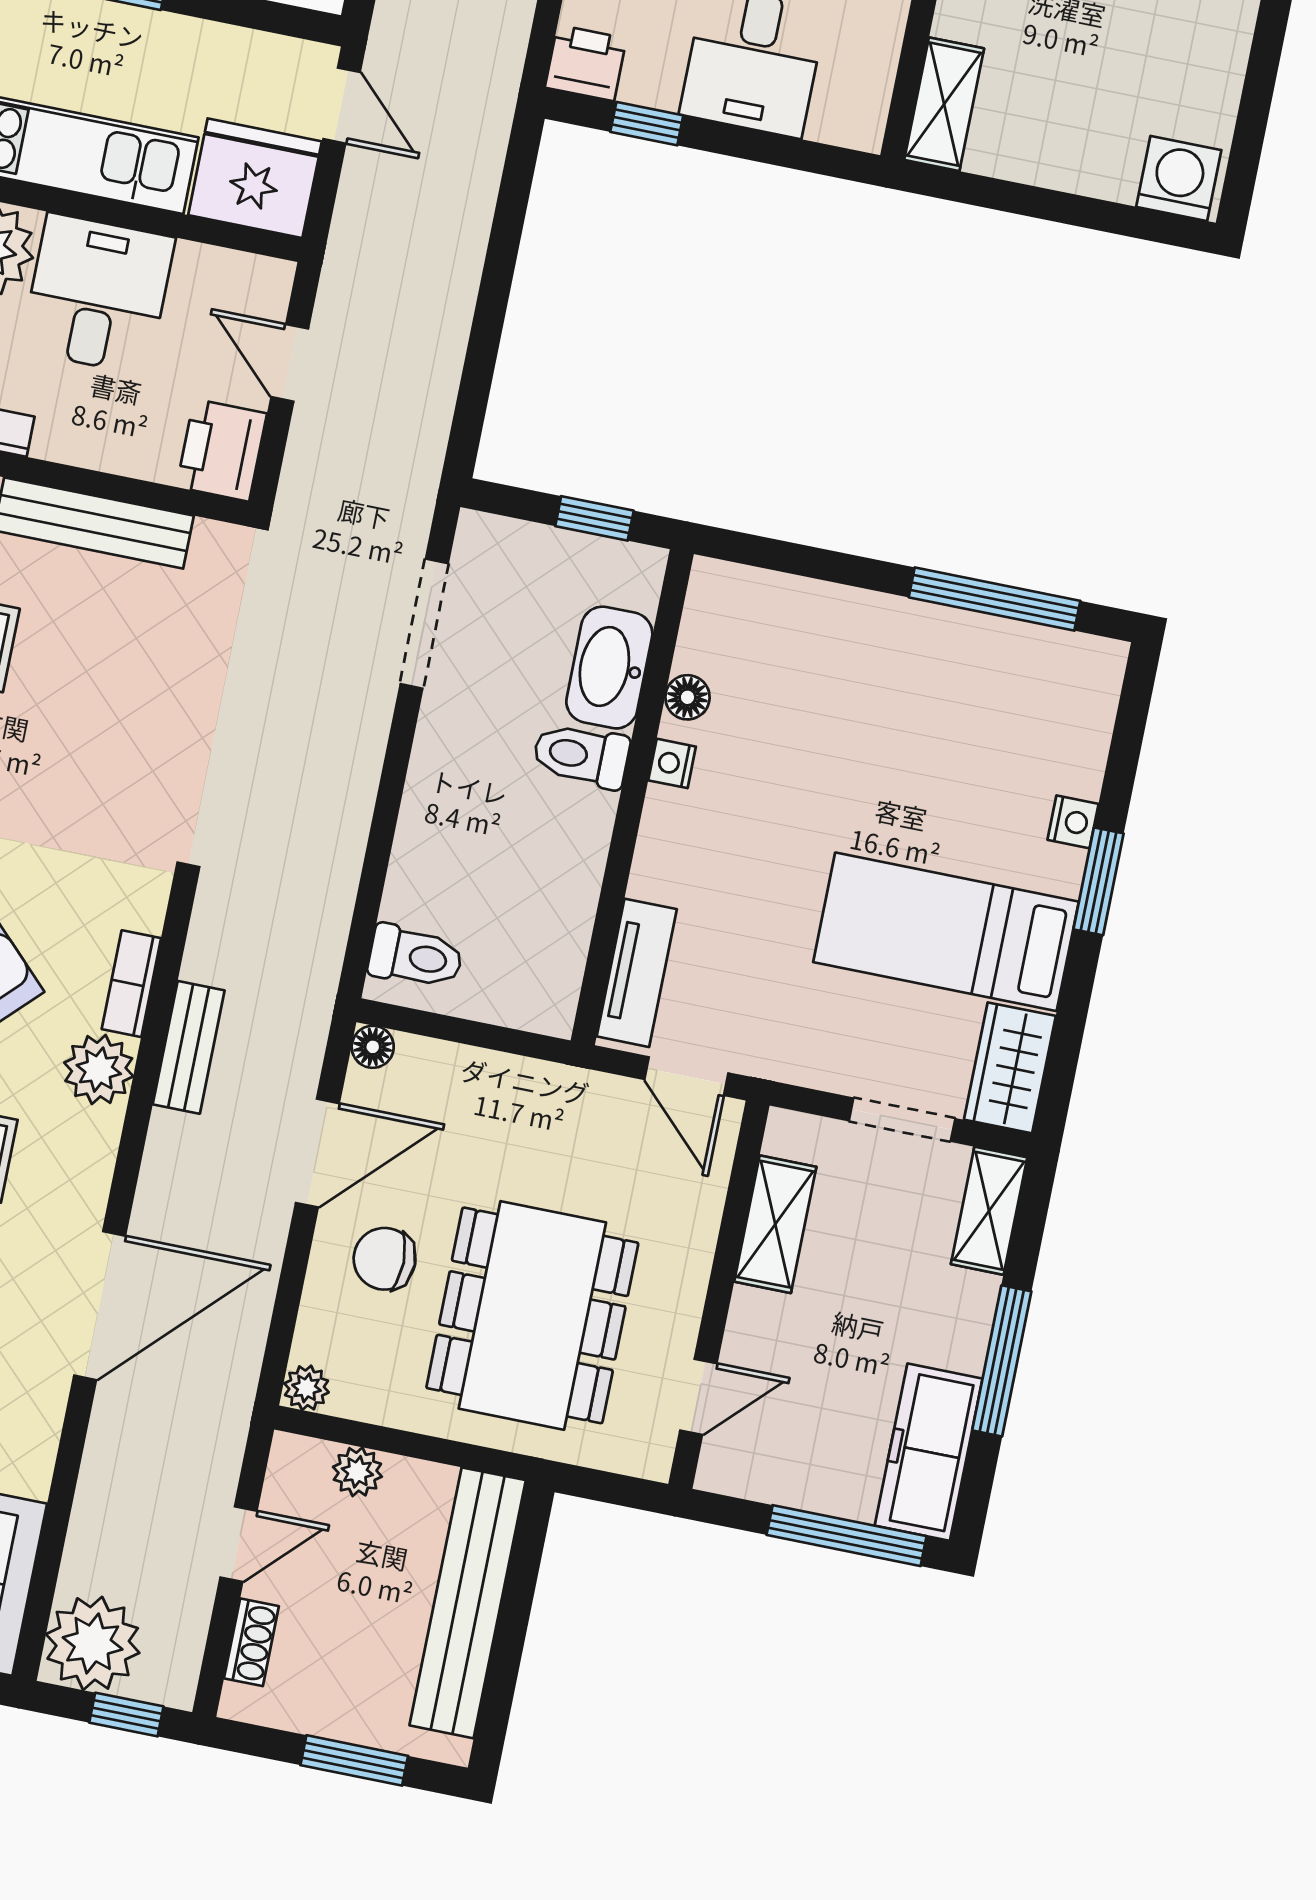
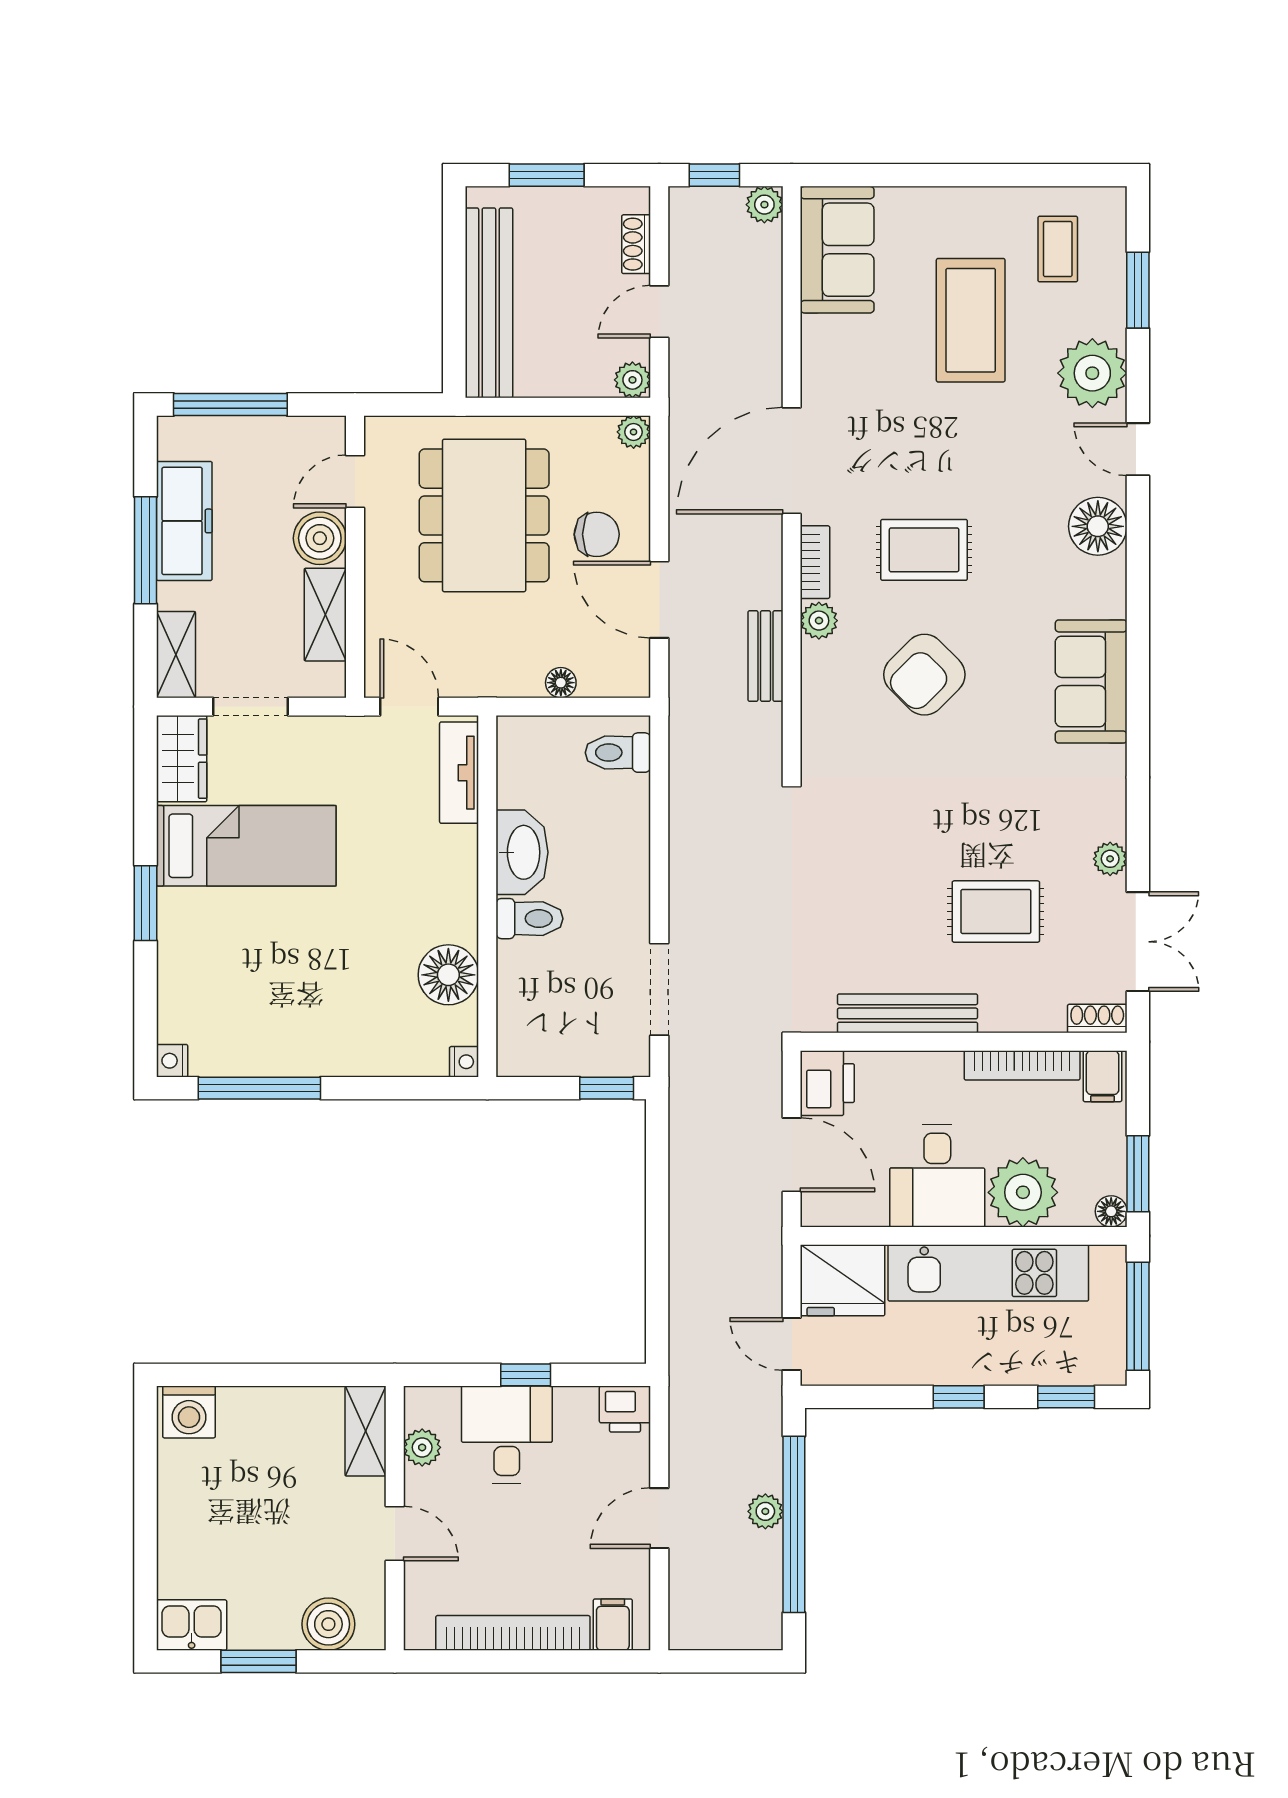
plant: (872, 66) -> (422, 1447), added
window: (647, 124) -> (526, 1375), moved
door: (290, 363) -> (792, 1155), width x1.38
window: (594, 518) -> (607, 1088), moved
washbasin: (609, 668) -> (522, 852), moved
floor lamp: (687, 697) -> (448, 975), width x1.89, depth x1.89
nightstand: (672, 763) -> (464, 1062), moved
nightstand: (1073, 822) -> (172, 1061), moved
bookcase: (131, 984) -> (815, 562), moved
floor lamp: (373, 1047) -> (561, 683), moved
plant: (99, 1070) -> (819, 621), width x0.73, depth x0.73
door: (317, 1153) -> (659, 600), hinge flipped
boiler: (762, 1329) -> (320, 538), added
freezer: (929, 1452) -> (184, 521), moved
plant: (357, 1472) -> (632, 380), moved
plant: (93, 1643) -> (764, 205), width x0.53, depth x0.53

